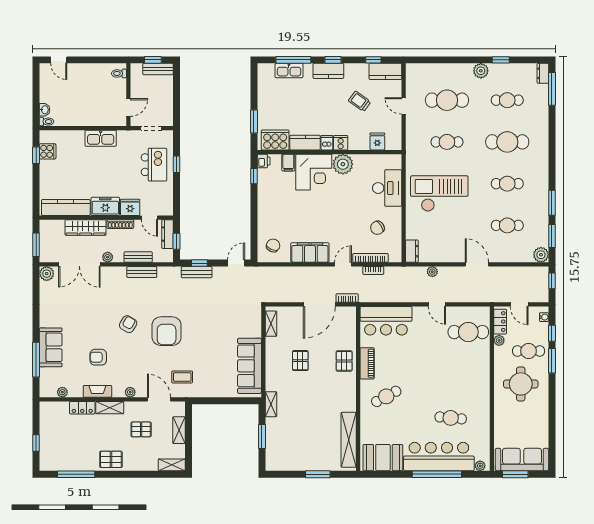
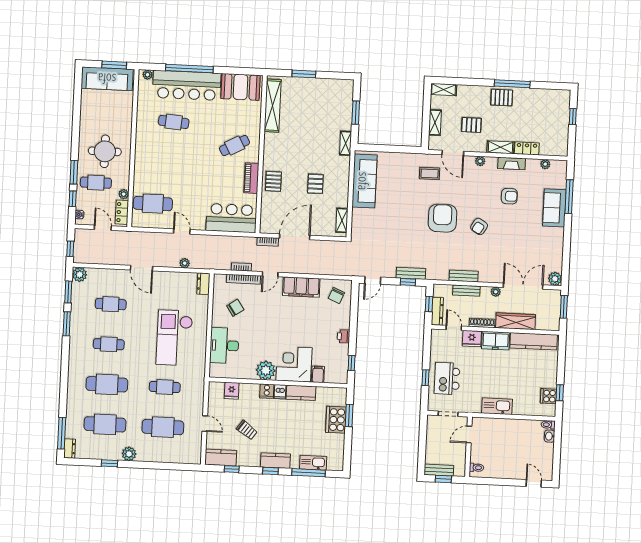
cafe table: (507, 100) -> (105, 424), width x1.37, depth x1.35
cooker: (275, 140) -> (336, 420), moved, turned 90
printer: (264, 161) -> (344, 336), moved
checkout: (439, 194) -> (174, 338), turned 90
window: (76, 474) -> (512, 84), moved

